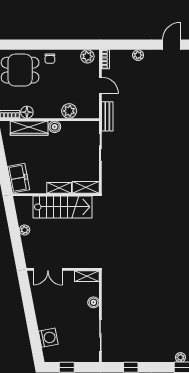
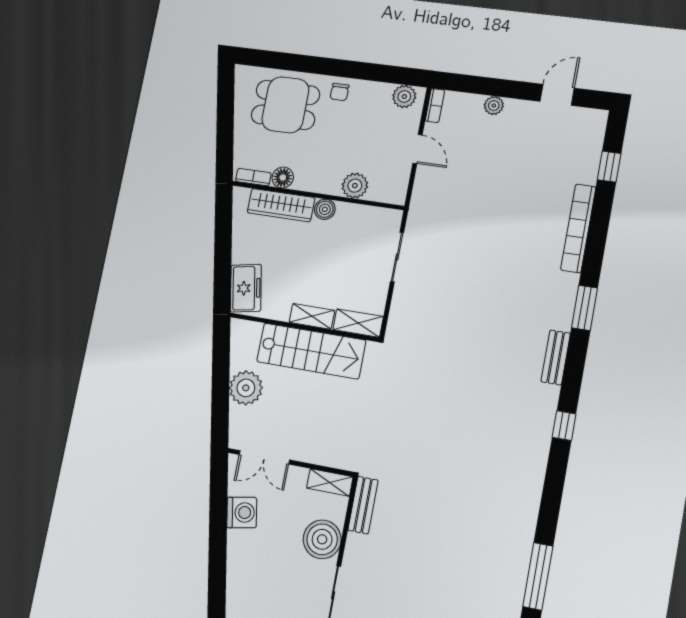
bench: (107, 116) -> (363, 505), moved
plant: (25, 230) -> (246, 388), width x1.87, depth x1.87
boiler: (94, 302) -> (322, 539), width x1.86, depth x1.86
washing machine: (48, 338) -> (242, 513), moved

